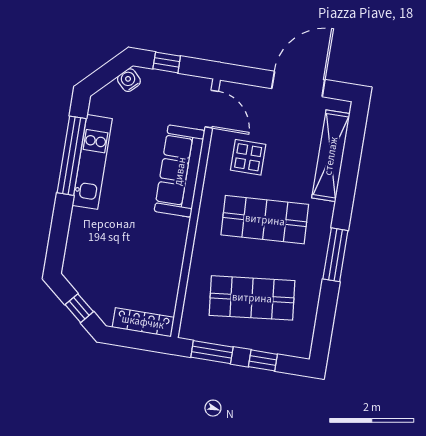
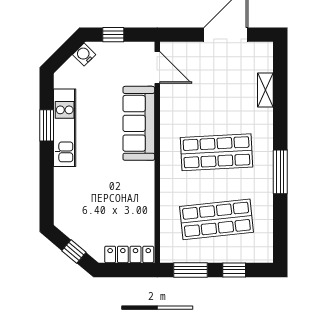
window: (72, 156) -> (47, 125), width x0.47
shelving: (331, 156) -> (265, 90), width x0.45, depth x0.75
display table: (248, 157) -> (194, 103), removed

